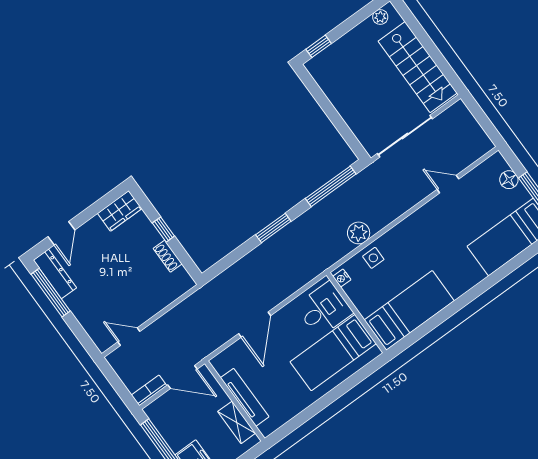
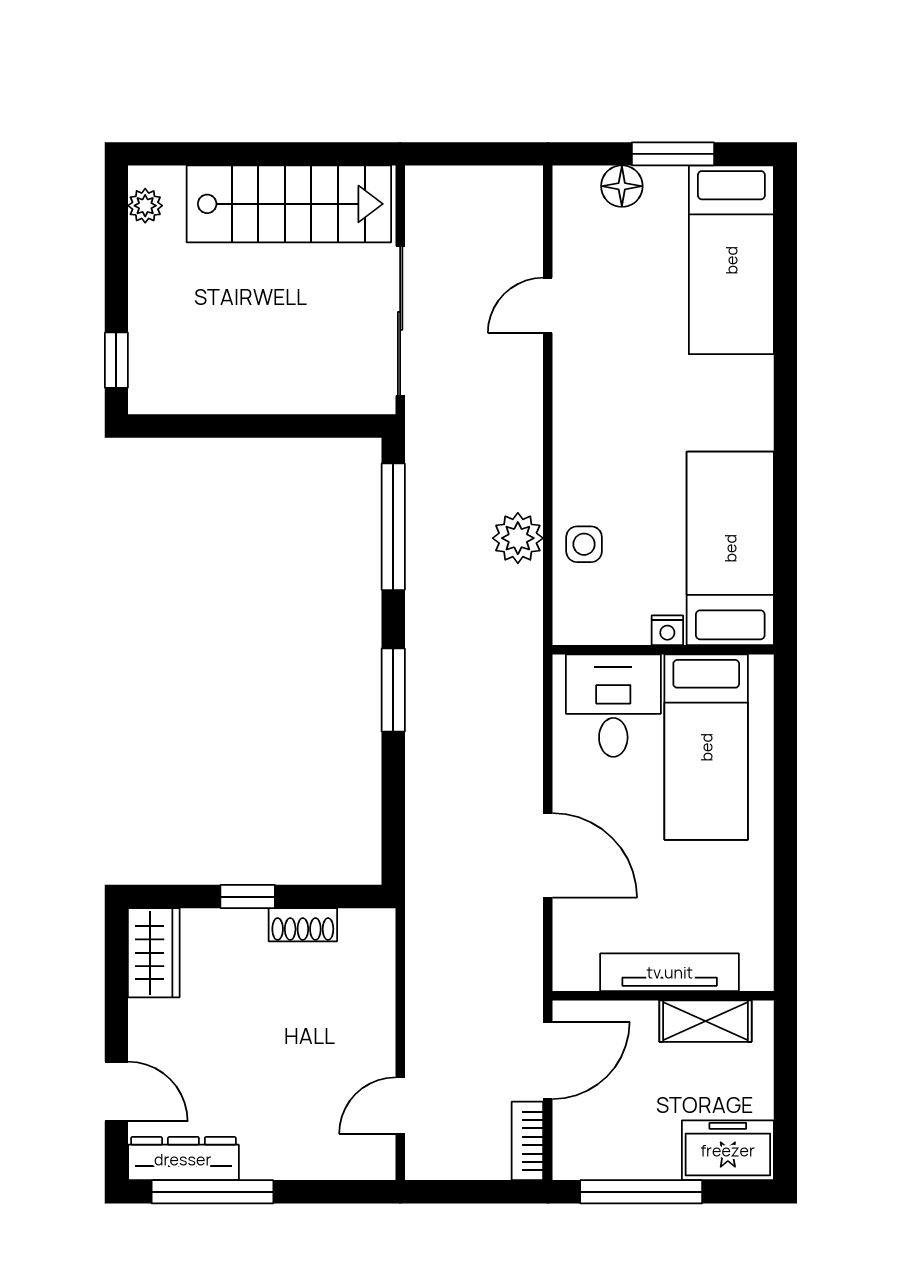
nightstand: (342, 278) -> (667, 630), moved

